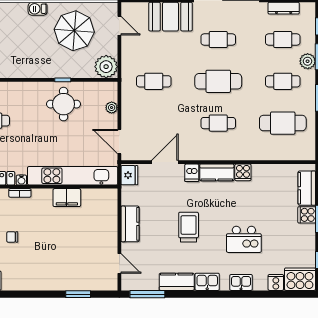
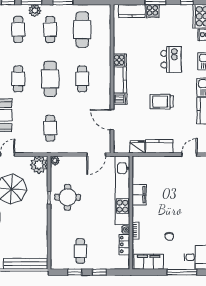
plant: (112, 108) -> (55, 160), moved
fridge: (129, 175) -> (137, 147), moved

